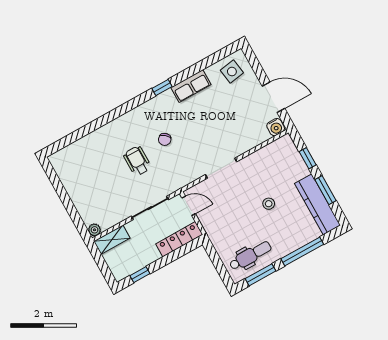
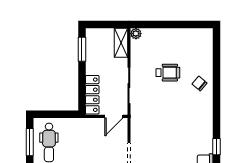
chair: (165, 139) -> (200, 83), moved
wheelchair: (137, 161) -> (168, 73), moved
window: (140, 275) -> (82, 49), width x1.50

